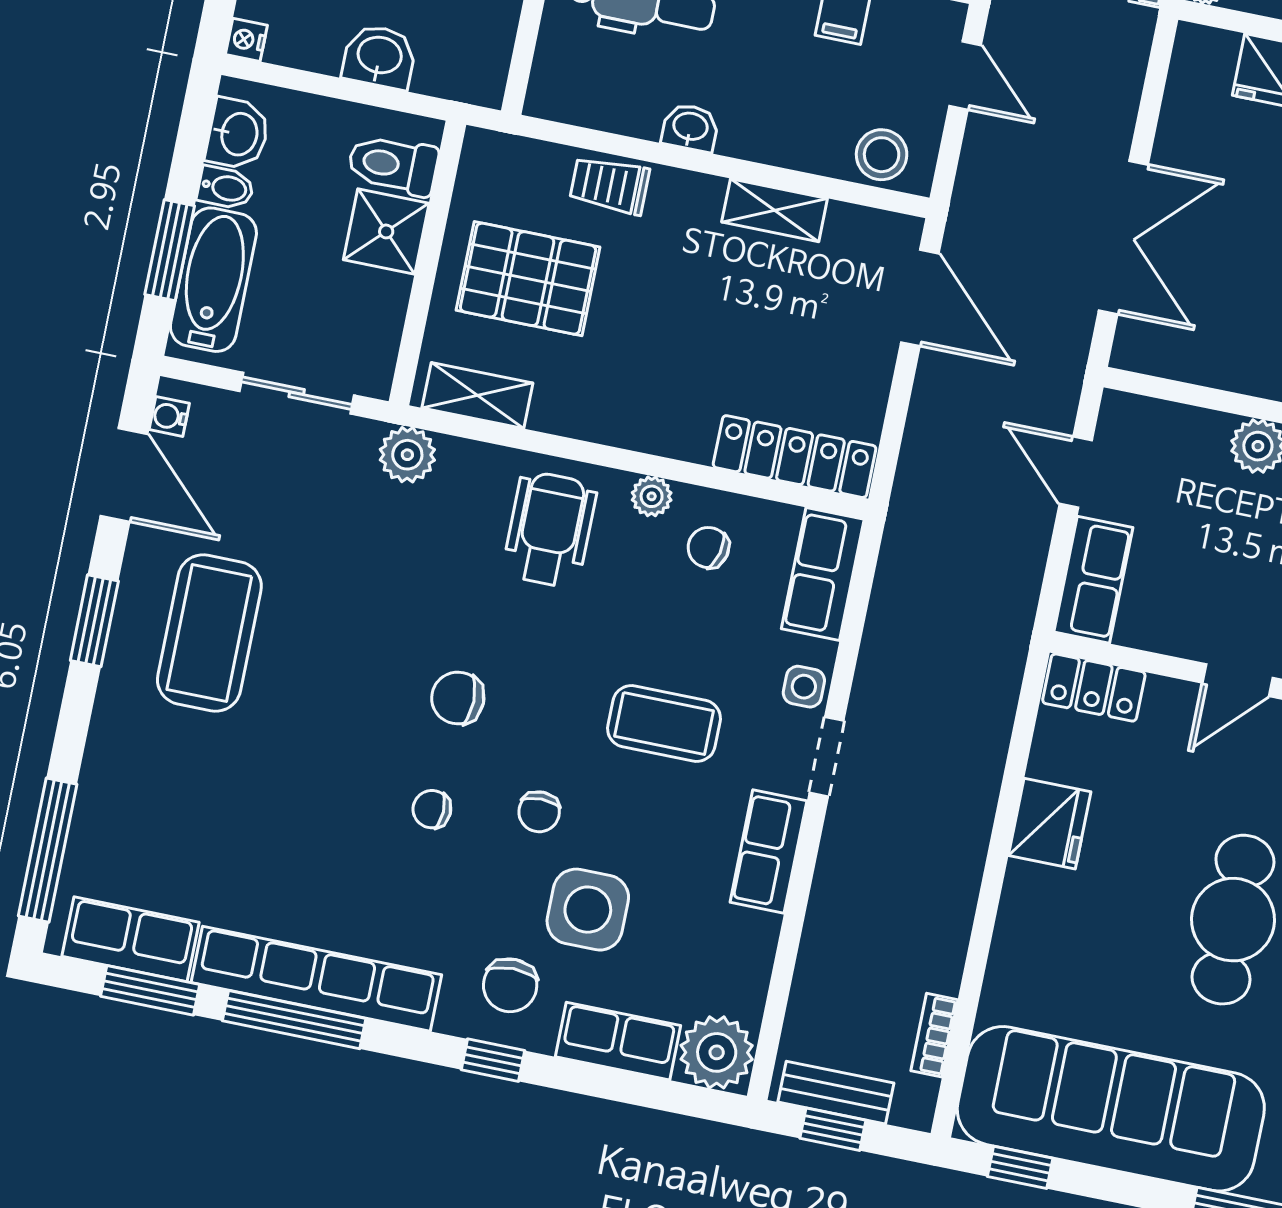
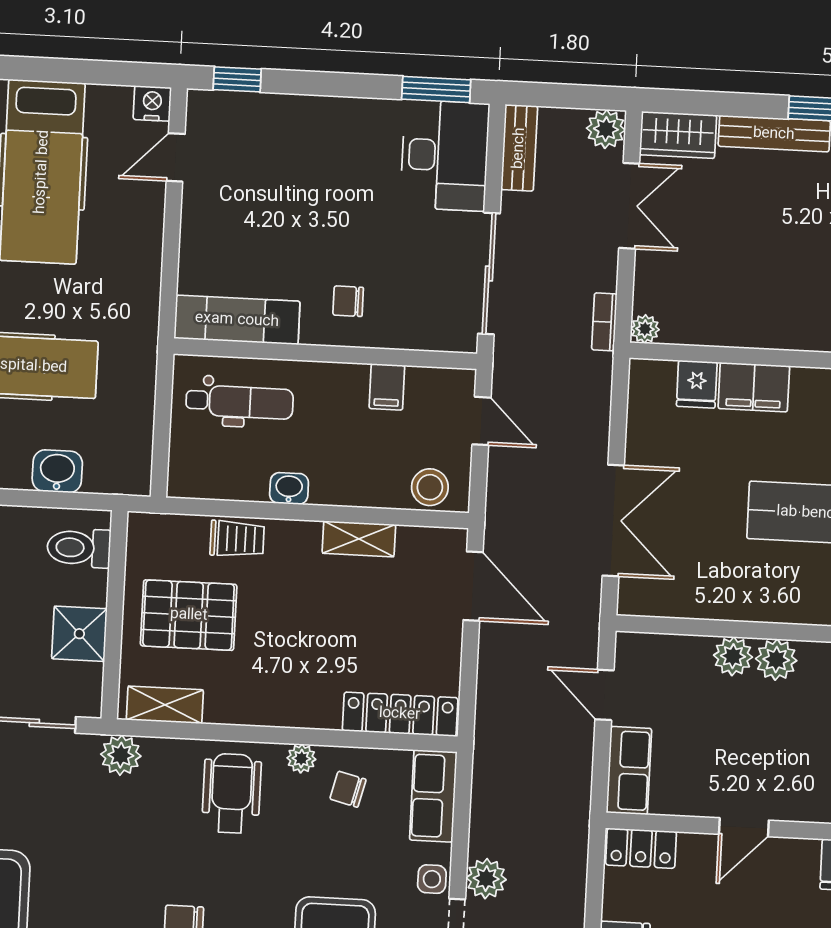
trolley: (610, 185) -> (237, 539), turned 180
shower: (386, 231) -> (79, 634), moved
plant: (878, 697) -> (486, 879), added

